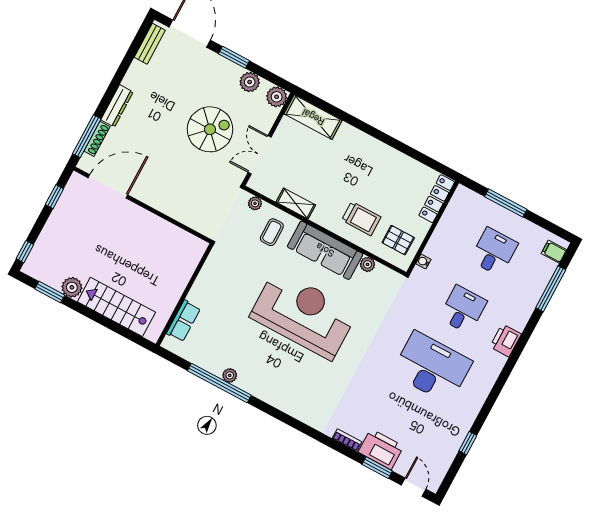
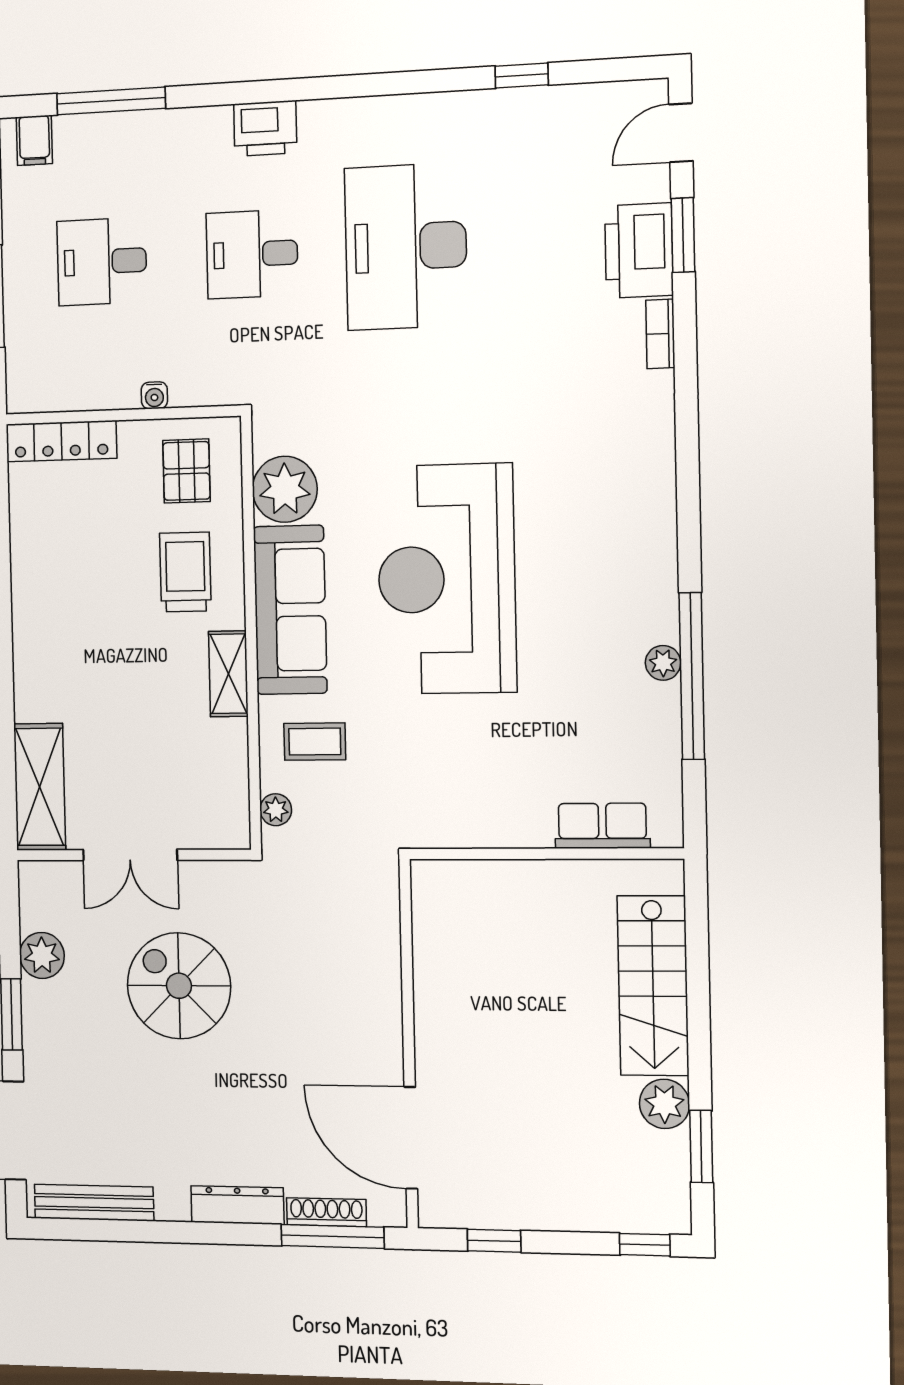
bench: (150, 44) -> (94, 1203), width x1.36
plant: (277, 97) -> (41, 884), removed
double door: (260, 155) -> (130, 855), moved
shelving: (296, 204) -> (228, 674), moved
water cooler: (423, 262) -> (154, 395), moved
plant: (368, 264) -> (285, 489), width x1.88, depth x1.88

